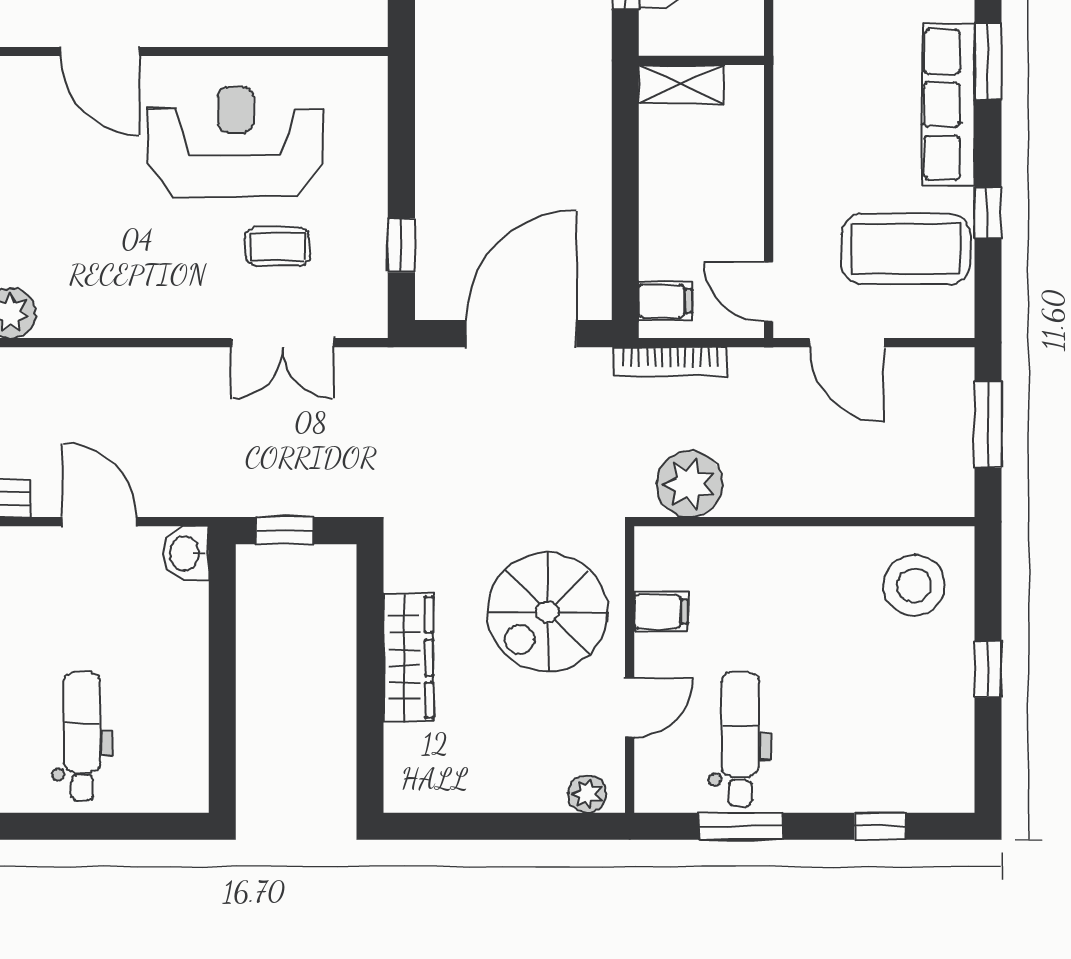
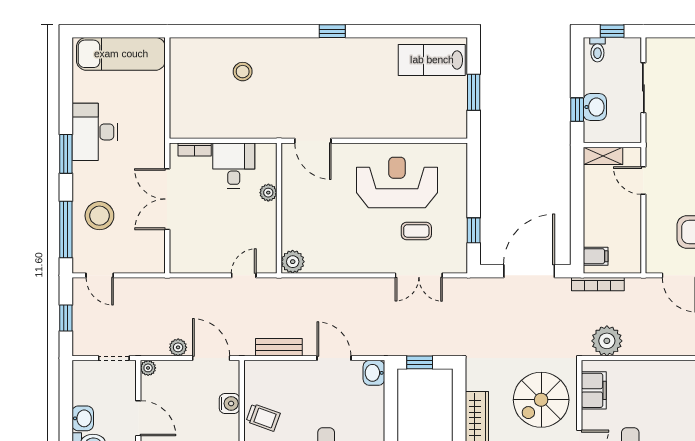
door: (100, 52) -> (313, 141), moved
door: (769, 292) -> (643, 181), moved
filing cabinet: (661, 612) -> (594, 390), width x2.00

